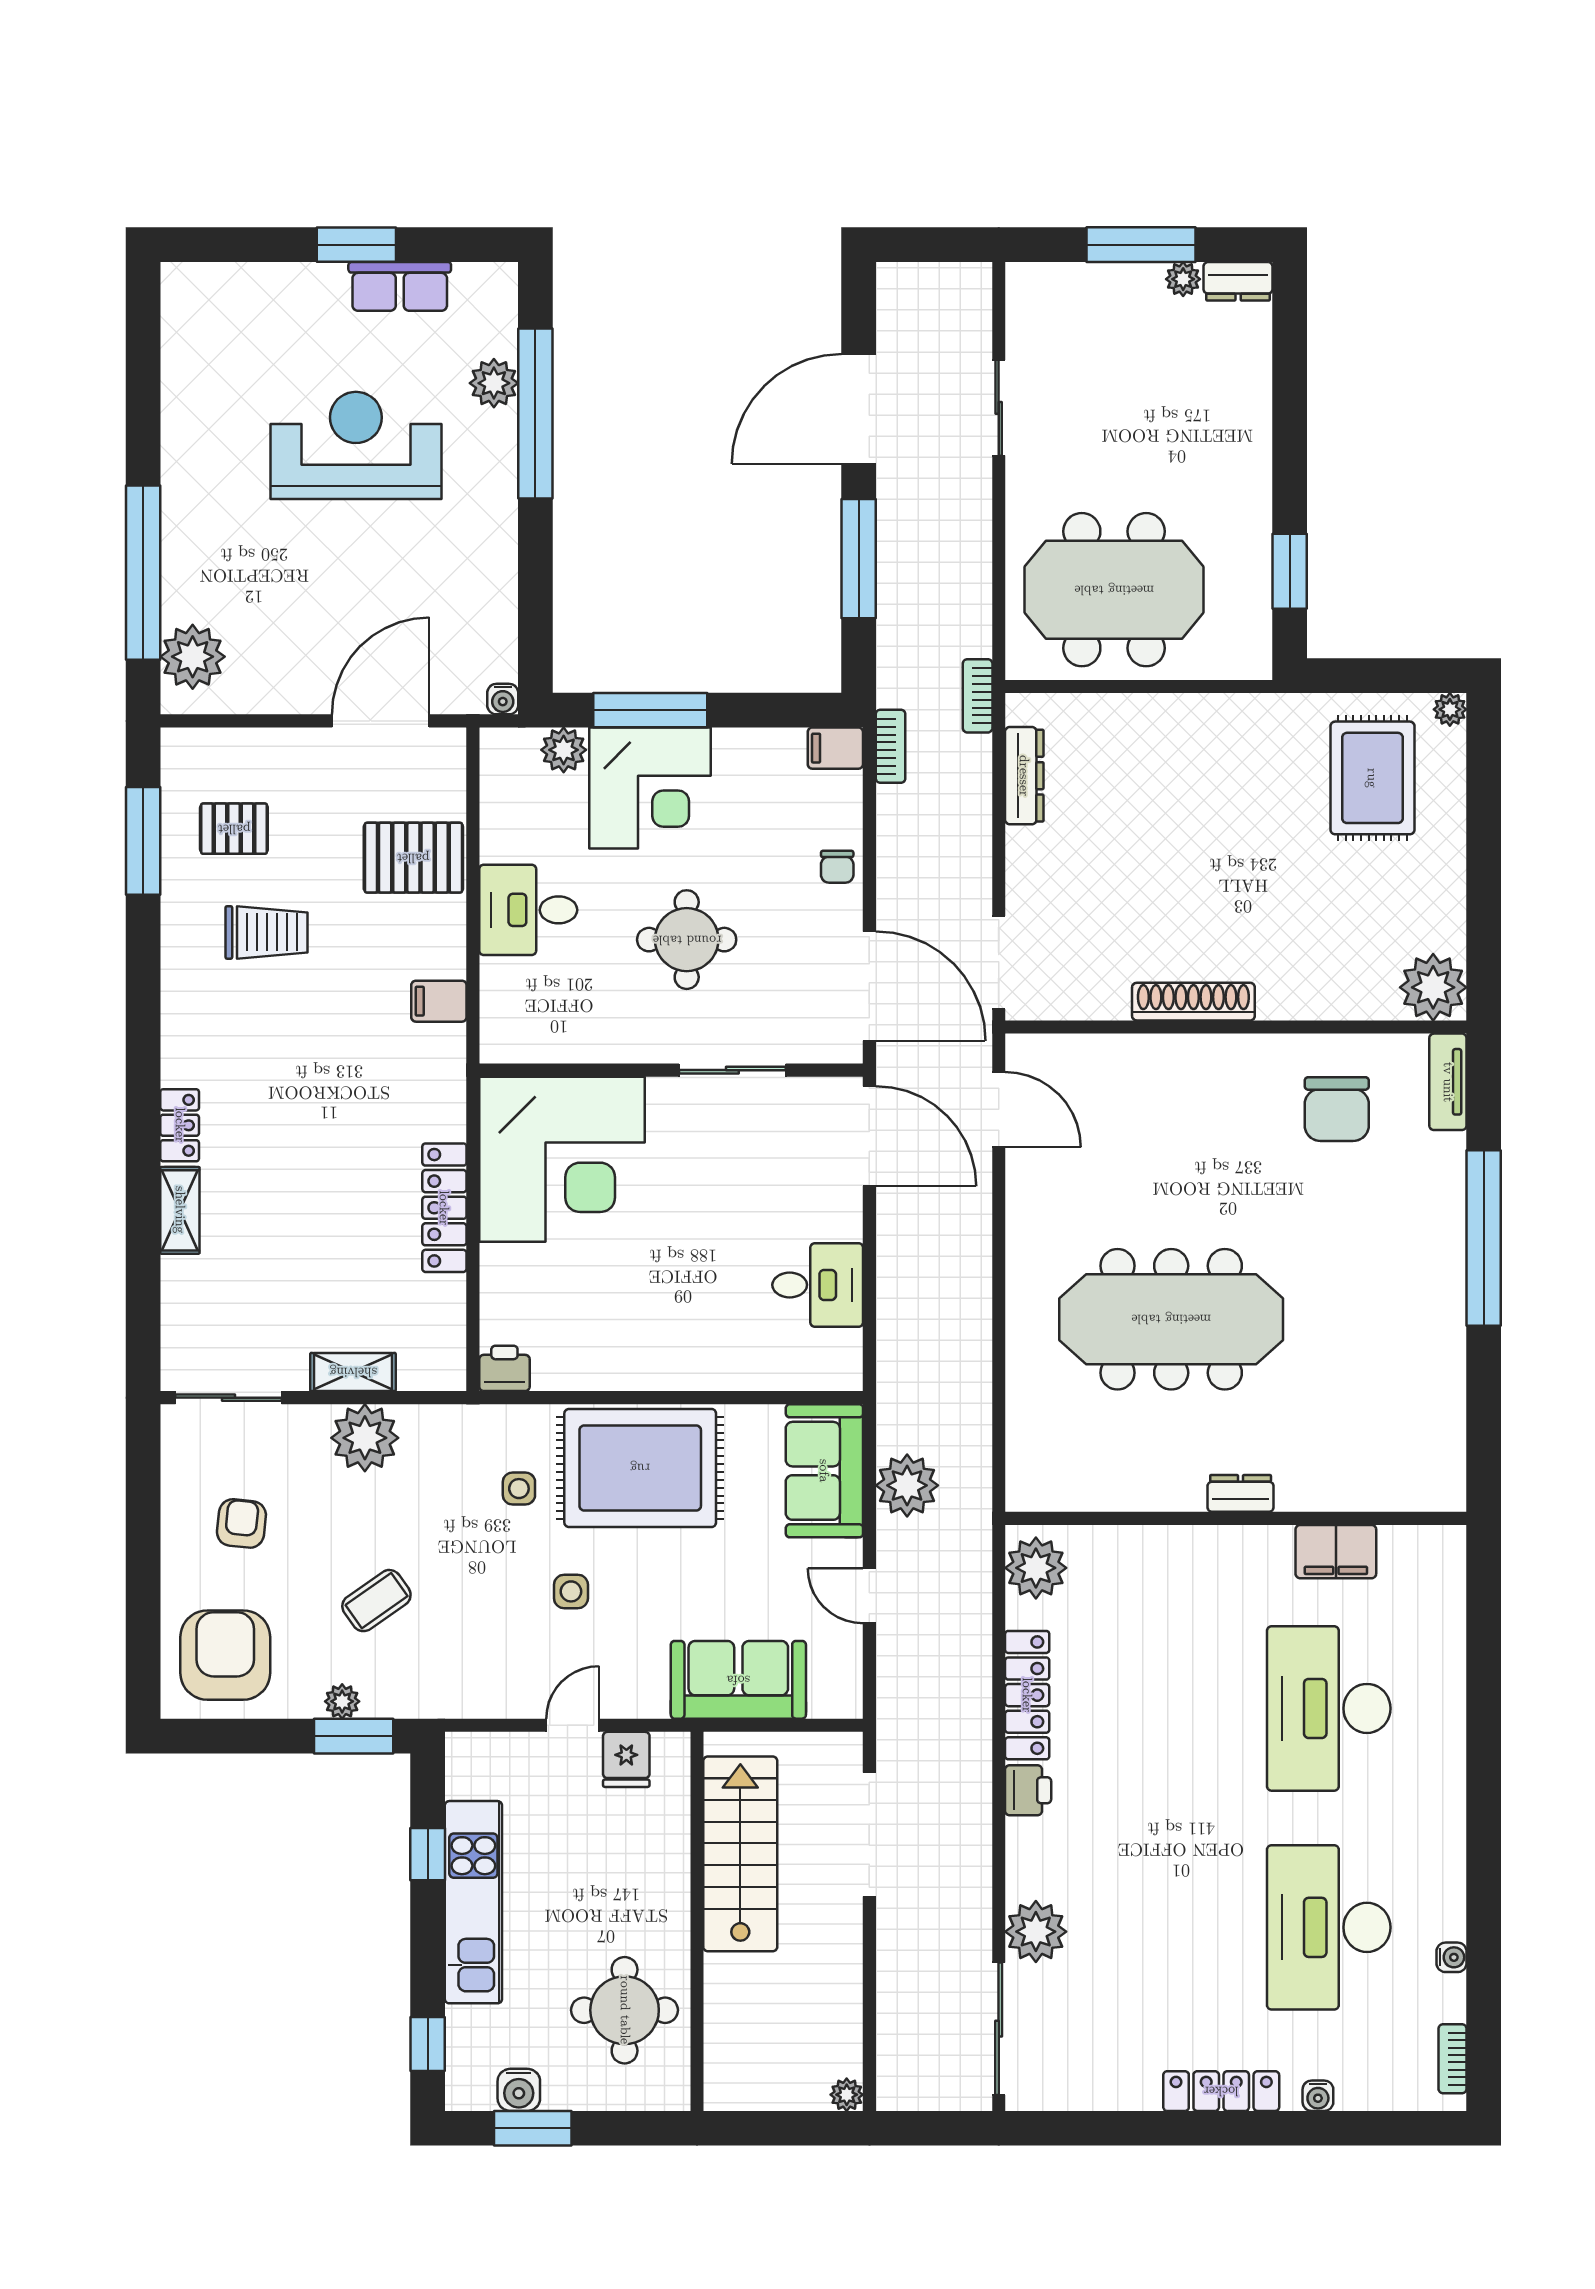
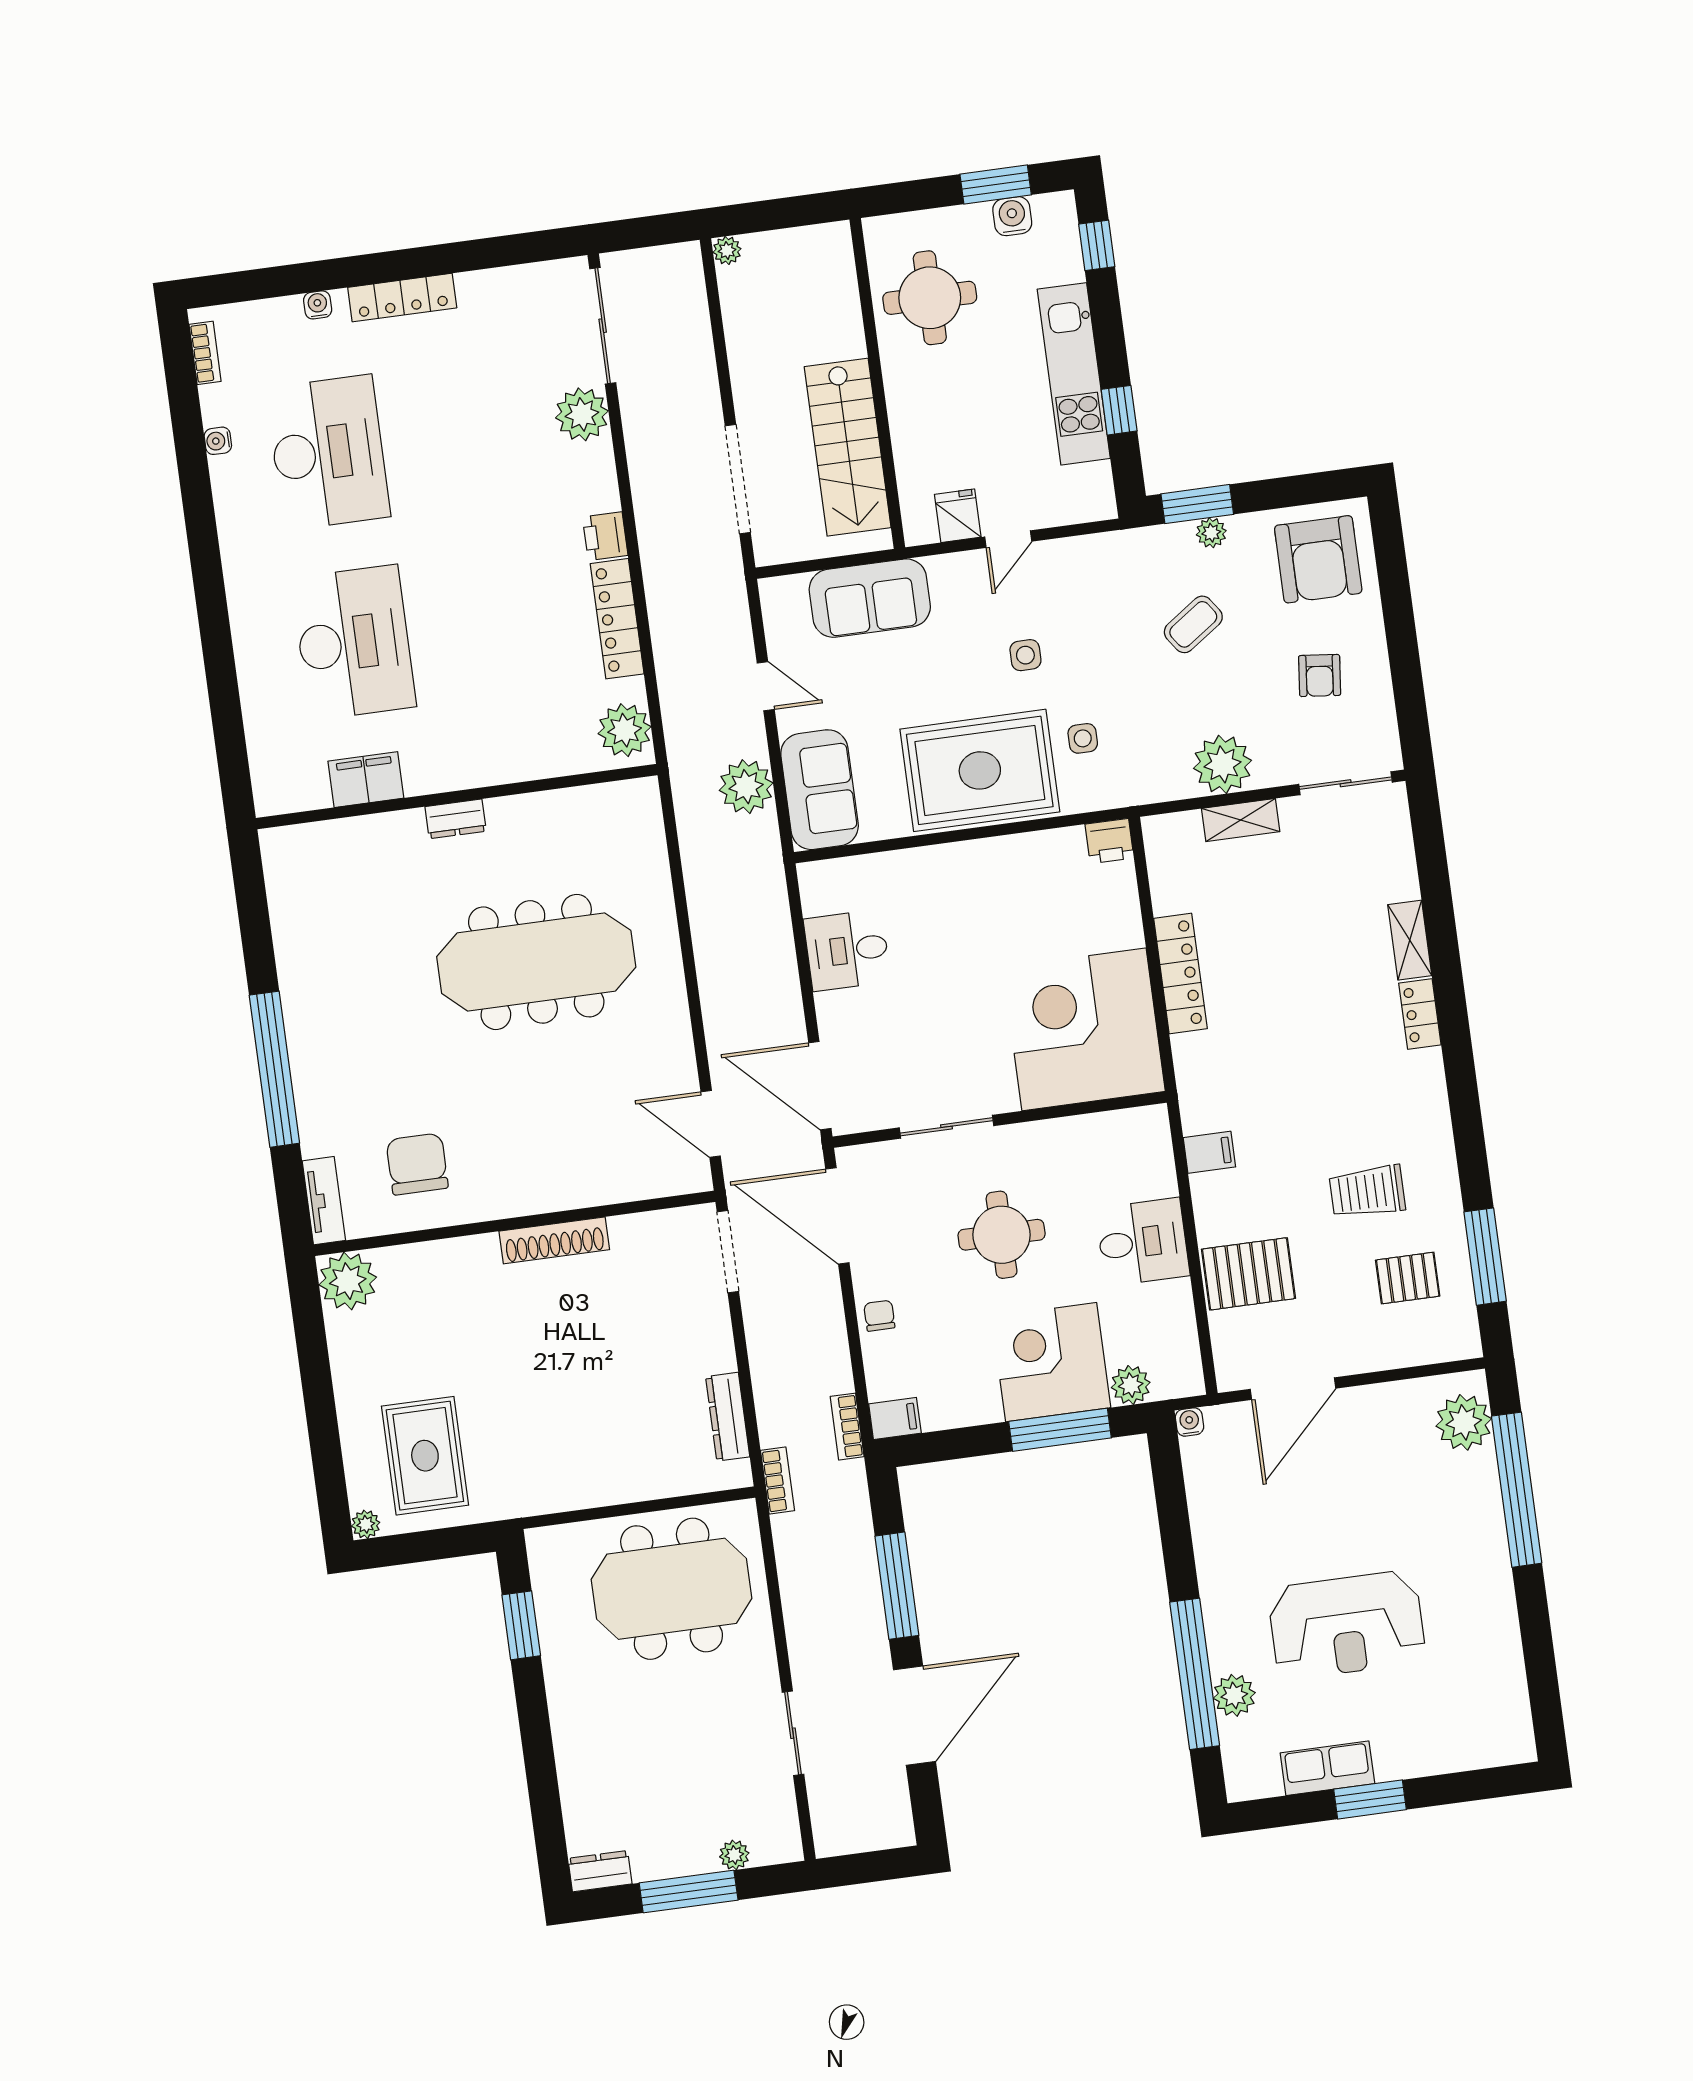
plant: (1183, 279) -> (734, 1855), moved

